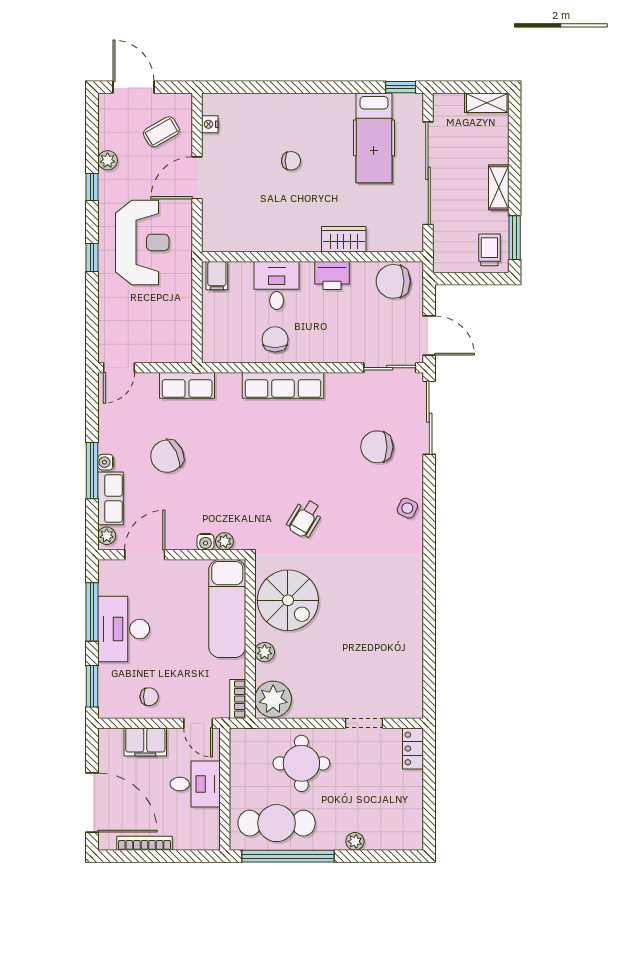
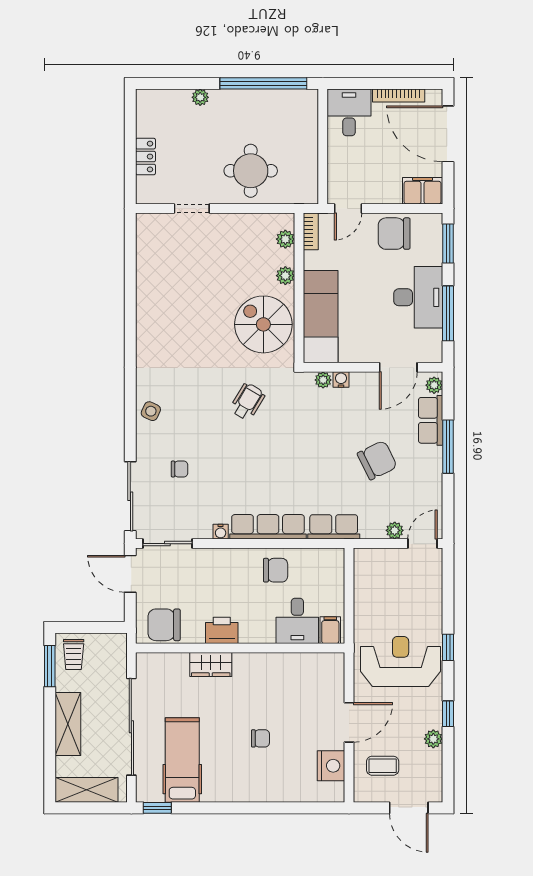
shelving: (487, 103) -> (87, 790), width x1.50, depth x1.33
nightstand: (210, 124) -> (331, 766), width x1.89, depth x1.79
coffee table: (161, 132) -> (383, 766), turned 30
chair: (291, 161) -> (260, 738), turned 180
shelving: (499, 187) -> (68, 724), width x1.50, depth x1.33
reception desk: (142, 242) -> (401, 661), turned 90
chair: (393, 281) -> (164, 625), turned 180
desk: (277, 286) -> (297, 621), moved
chair: (275, 339) -> (276, 570), turned -90
plant: (149, 381) -> (395, 530), added
row of seats: (187, 385) -> (334, 527), moved
chair: (377, 447) -> (179, 469), width x0.54, depth x0.54
water cooler: (106, 462) -> (221, 532), moved, turned 90
chair: (149, 697) -> (394, 234), width x1.87, depth x1.87
plant: (273, 699) -> (285, 239), width x0.53, depth x0.53
door: (198, 723) -> (348, 208), swing flipped
filing cabinet: (145, 742) -> (423, 191), moved
locker: (413, 748) -> (145, 157), moved
desk: (195, 784) -> (349, 112), moved, turned 90
cafe table: (277, 823) -> (274, 114), removed

